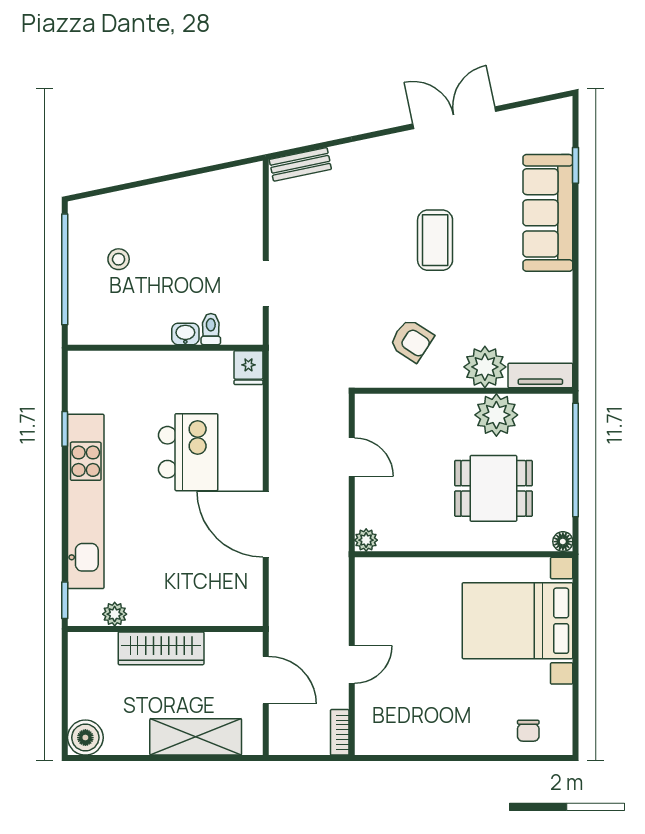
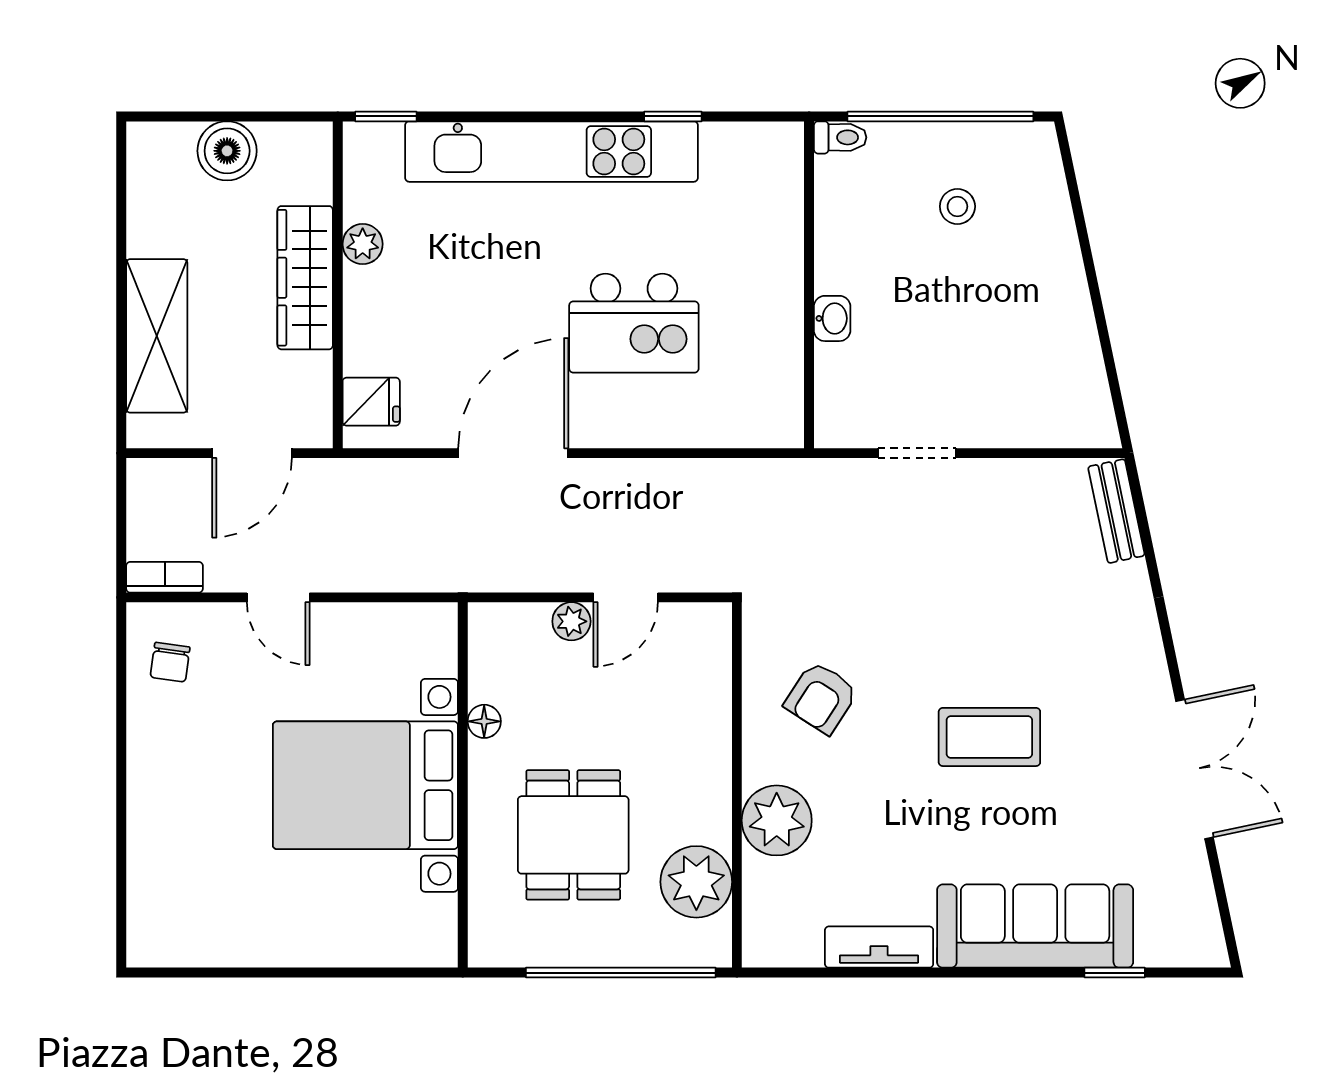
toilet: (211, 329) -> (840, 137), moved
fridge: (248, 368) -> (371, 402), moved, turned 180
tv unit: (540, 376) -> (879, 947), moved, turned -90
plant: (496, 415) -> (696, 882), moved
plant: (366, 540) -> (571, 621), moved
floor lamp: (563, 542) -> (484, 721), moved
plant: (115, 614) -> (363, 244), moved
bed with nightstands: (517, 621) -> (365, 785), moved, turned -90
chair: (528, 731) -> (170, 662), moved, turned -82
boiler: (85, 738) -> (227, 151), moved

